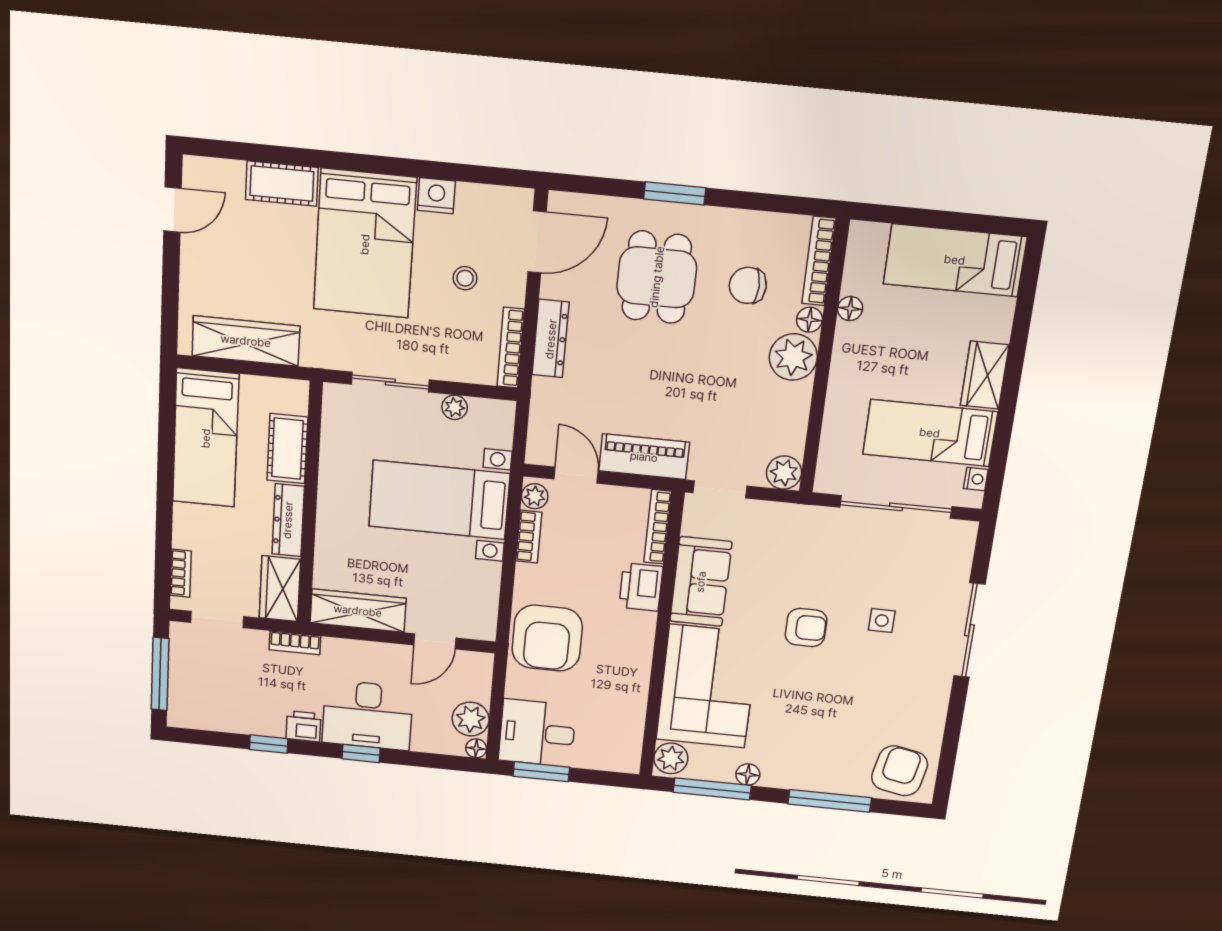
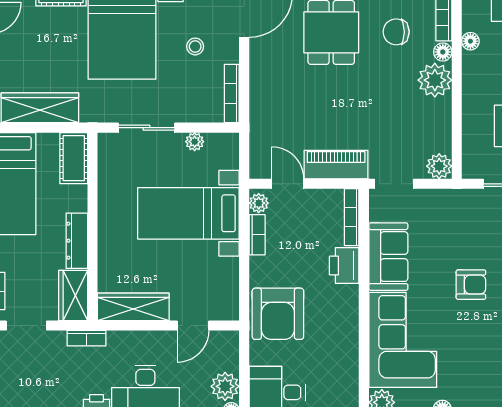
dresser: (551, 339) -> (260, 84), removed
cot: (287, 449) -> (74, 158), moved

